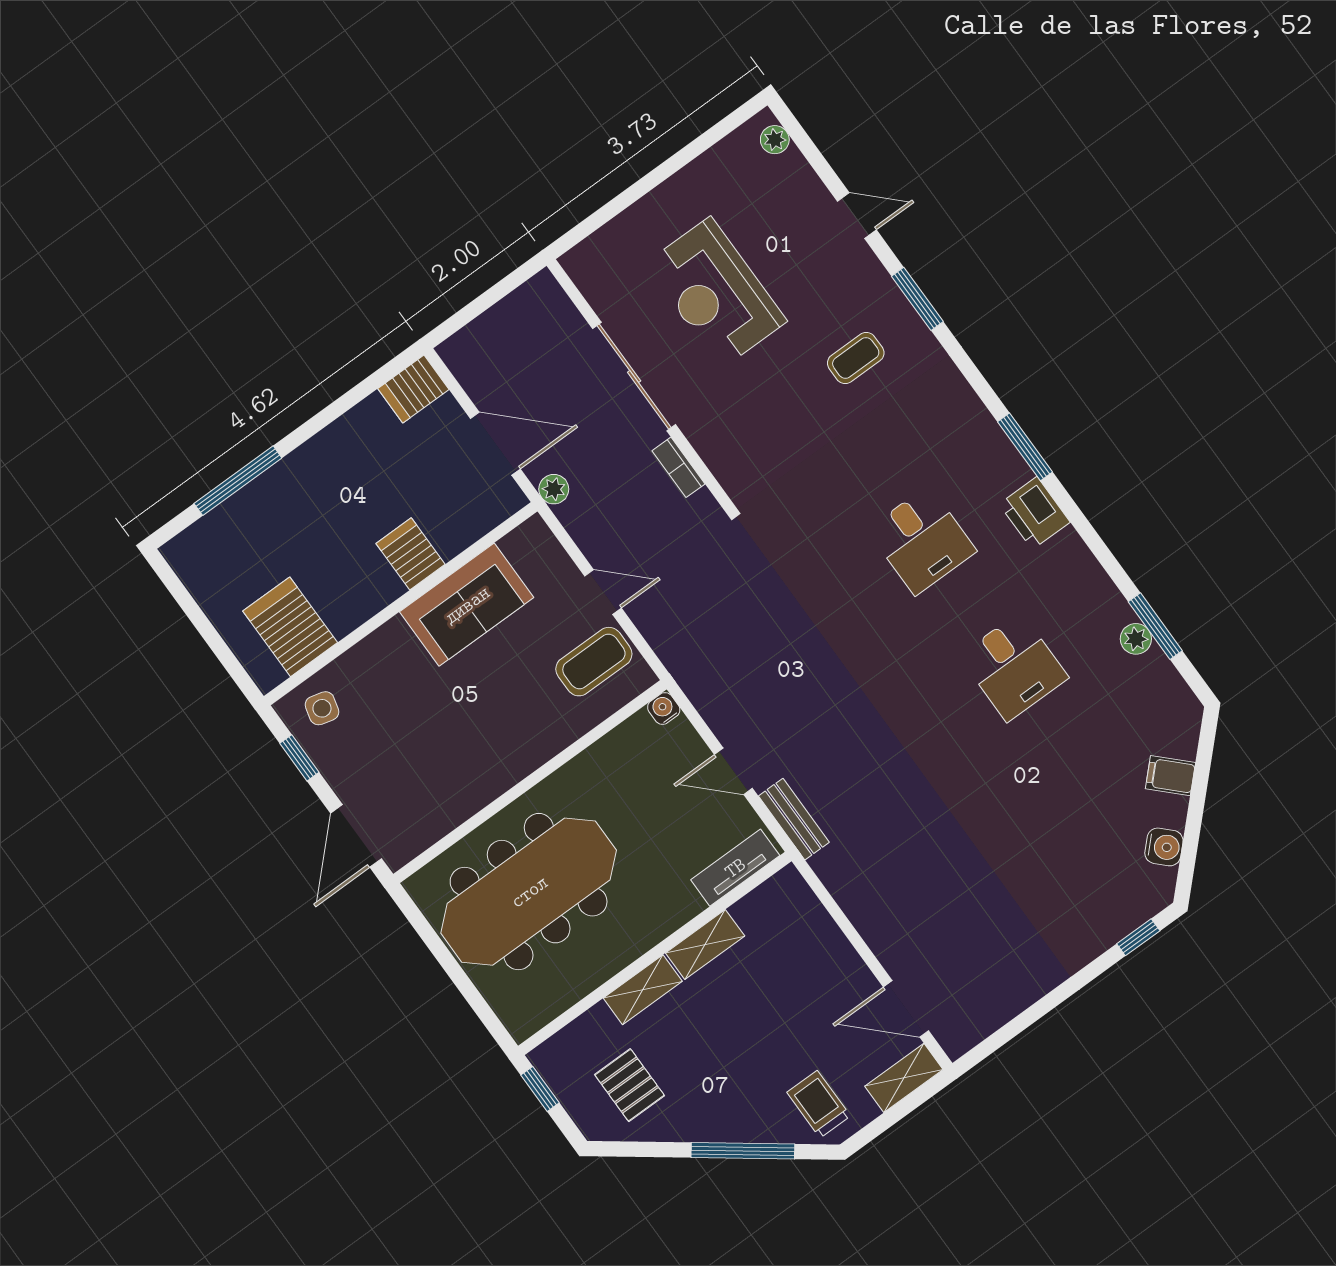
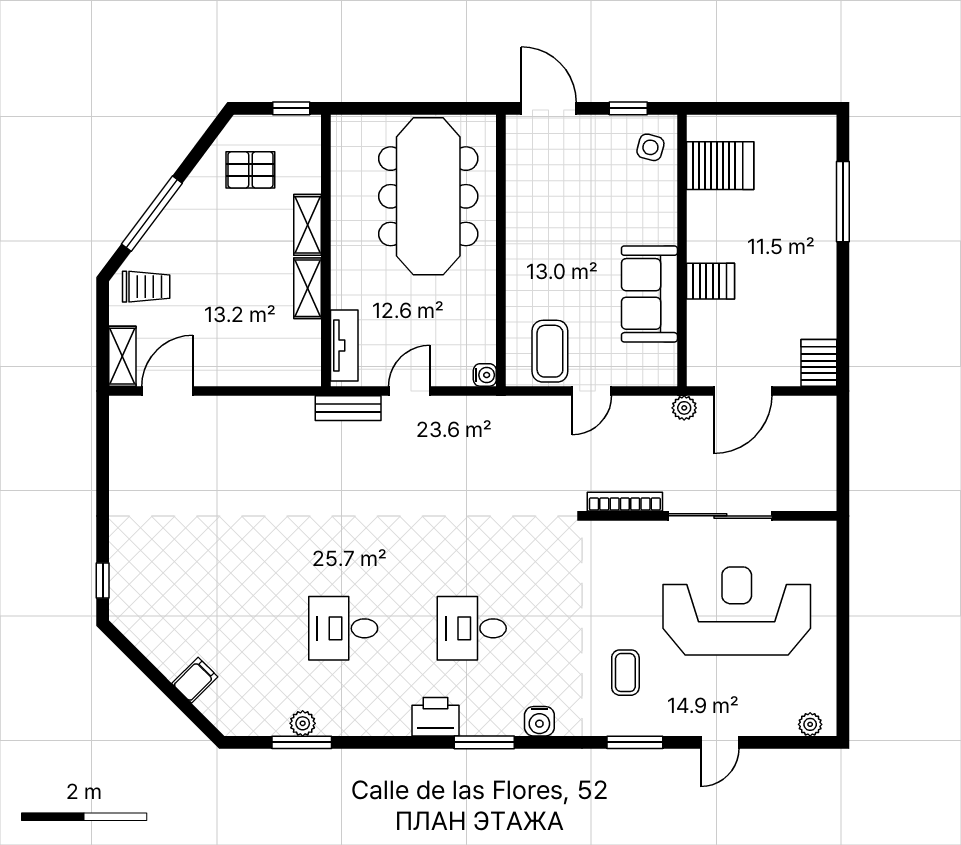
reception desk: (716, 293) -> (737, 611), width x1.36, depth x1.30
bookcase: (679, 467) -> (625, 502), width x1.56
water cooler: (1164, 847) -> (539, 721), moved, turned -45

